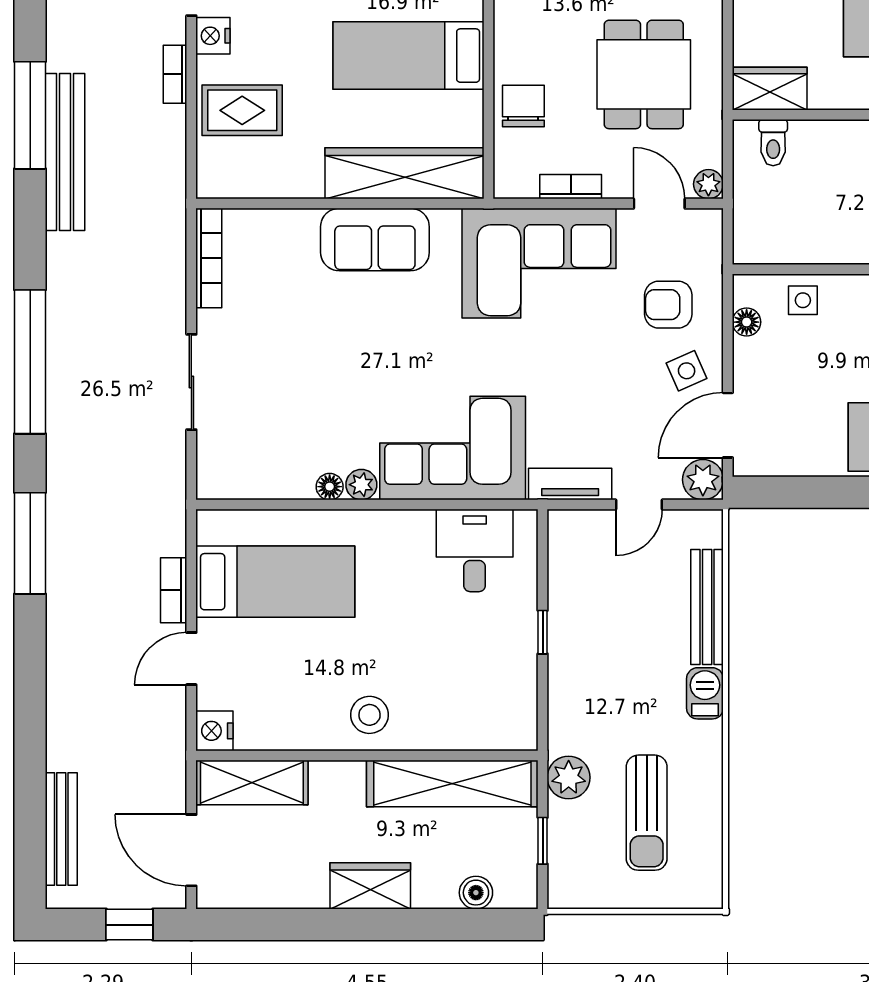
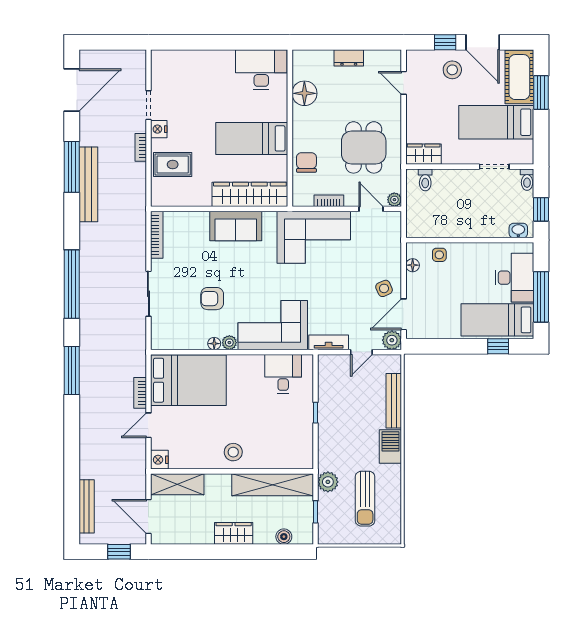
armchair: (668, 305) -> (212, 299), moved
bed: (275, 582) -> (188, 380), width x1.50
barbecue: (705, 693) -> (390, 446), width x1.38, depth x1.27

